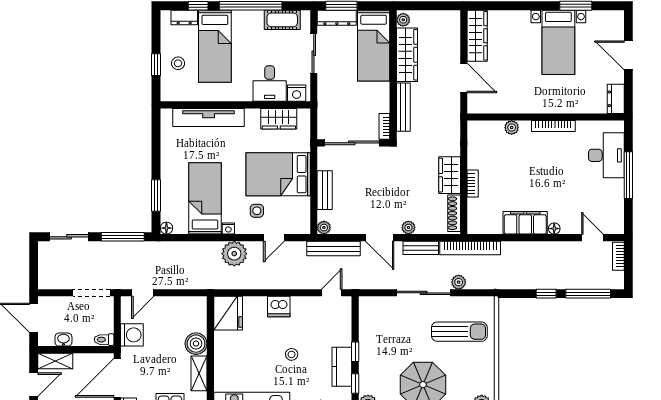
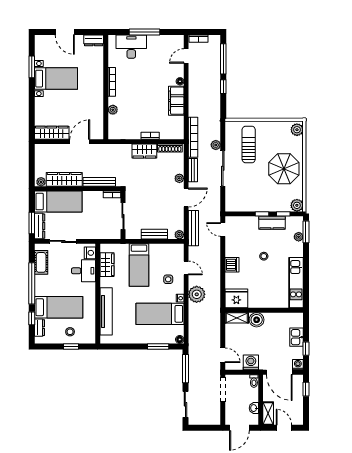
door: (628, 55) -> (65, 32), hinge flipped
sliding door: (352, 143) -> (123, 216), width x0.73
bed: (278, 174) -> (139, 265), width x0.67
shelving: (199, 373) -> (237, 318), moved

